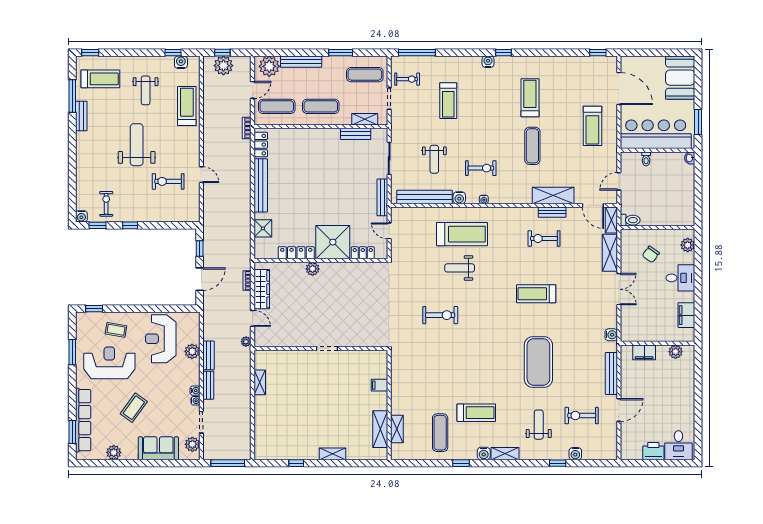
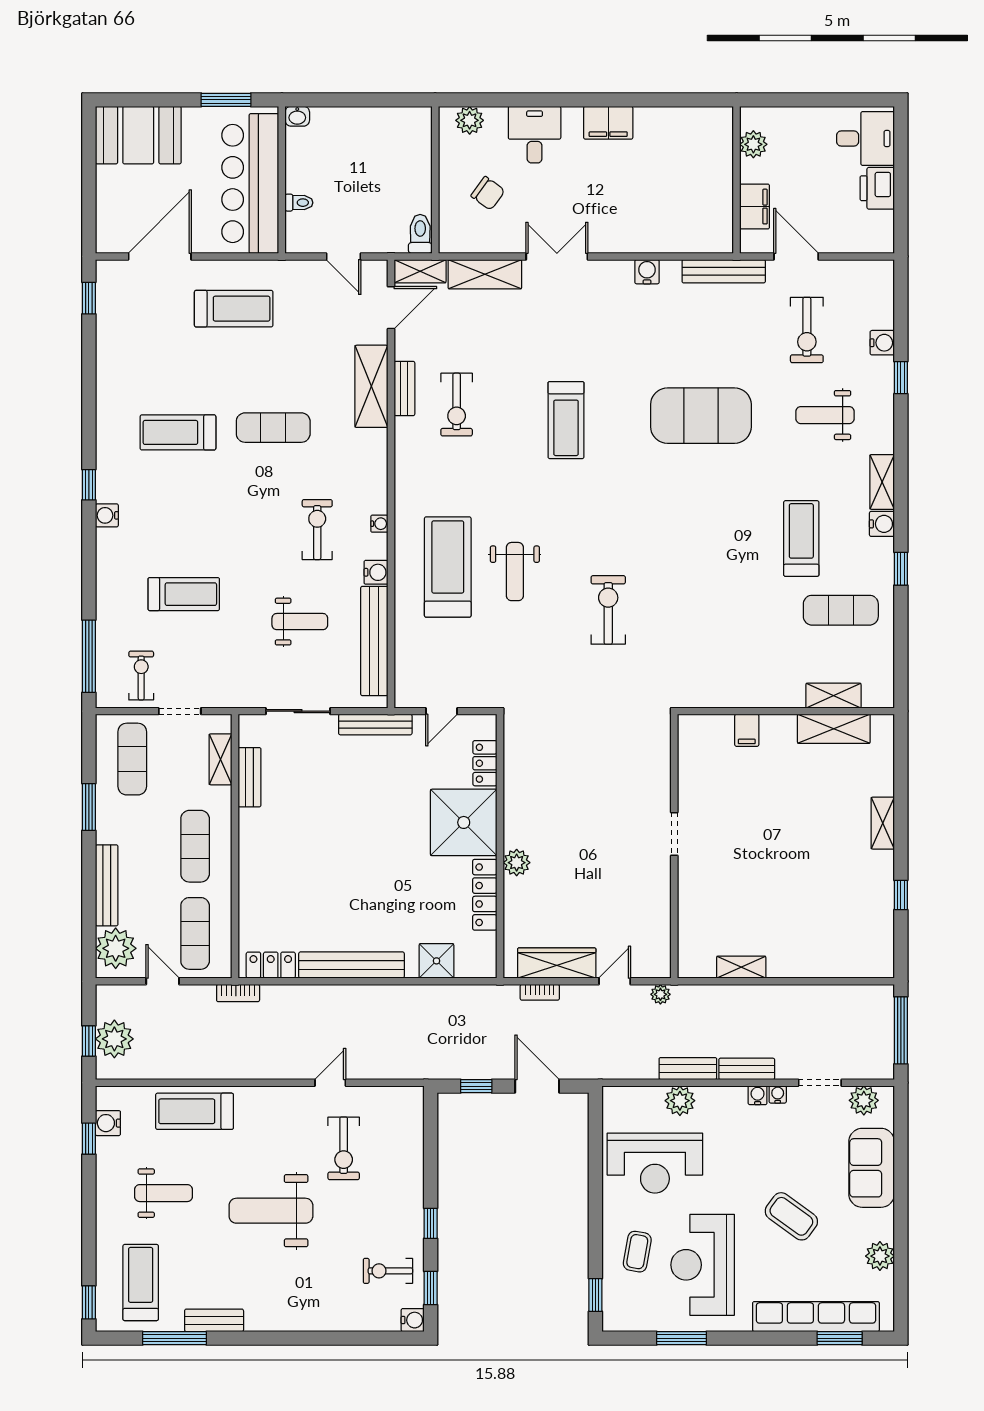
wall: (658, 343) -> (737, 180), moved
filing cabinet: (644, 352) -> (755, 207), moved
plant: (676, 352) -> (753, 144), moved

